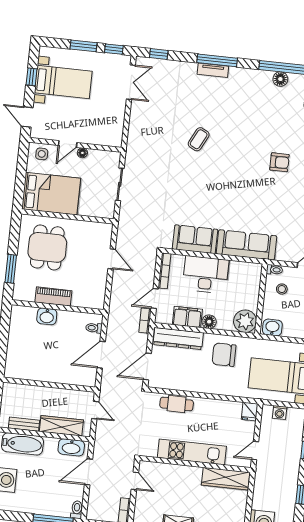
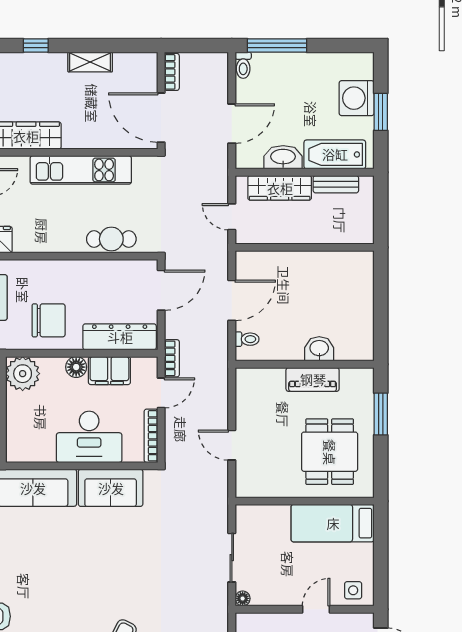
floor lamp: (82, 153) -> (243, 598), moved
bed: (51, 194) -> (333, 523), width x0.67
washbasin: (71, 447) -> (283, 157), moved
door: (135, 481) -> (161, 118), width x1.88

